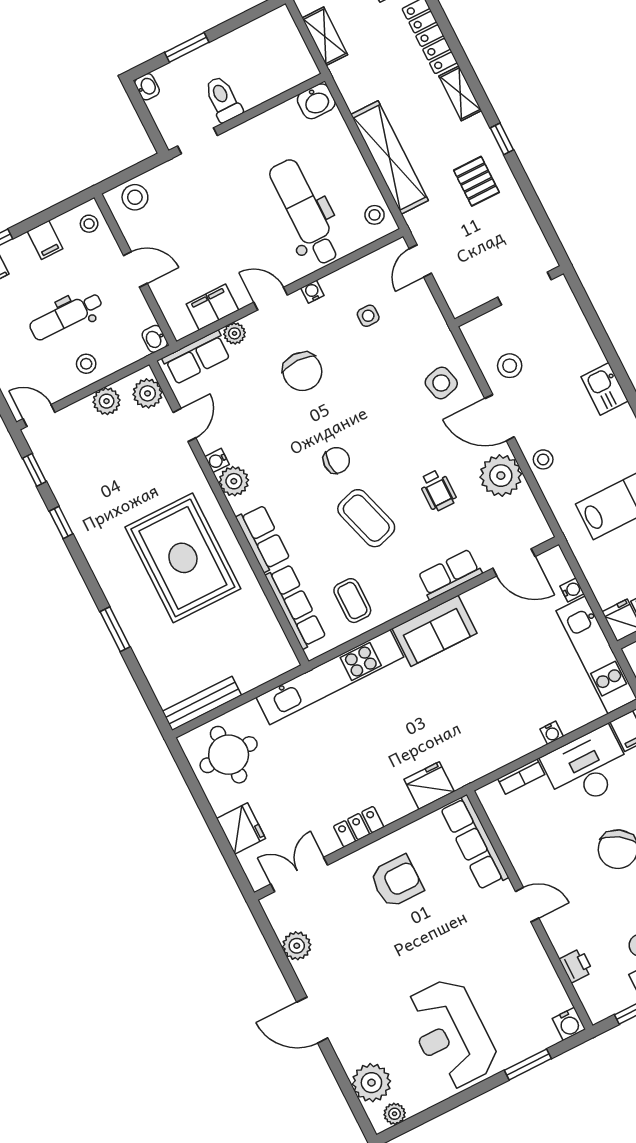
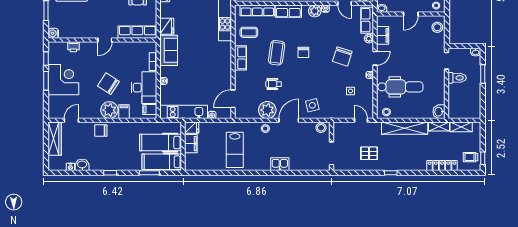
shelving: (460, 93) -> (439, 127), moved
pallet: (476, 181) -> (369, 153), moved
stool: (510, 366) -> (321, 128), moved
chair: (302, 371) -> (342, 56), turned -72
coffee table: (366, 518) -> (277, 53), turned -65
row of seats: (450, 574) -> (240, 58), moved
sofa: (434, 631) -> (169, 50), moved, turned 180

